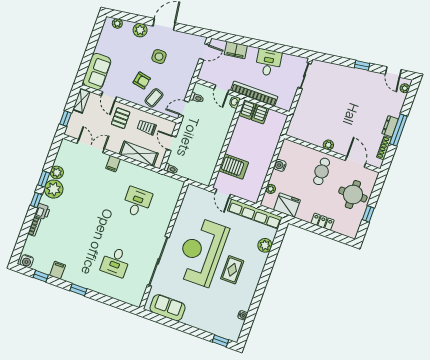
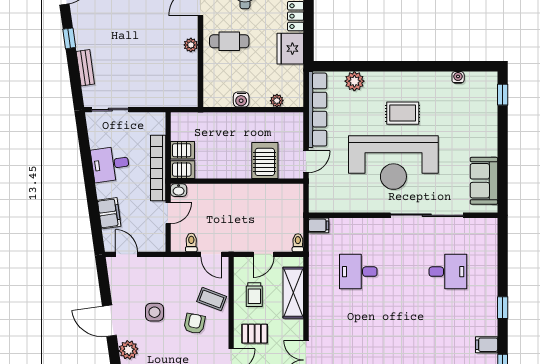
bench: (339, 69) -> (85, 68), added
filing cabinet: (113, 164) -> (319, 225), moved
fridge: (287, 205) -> (290, 49), moved

